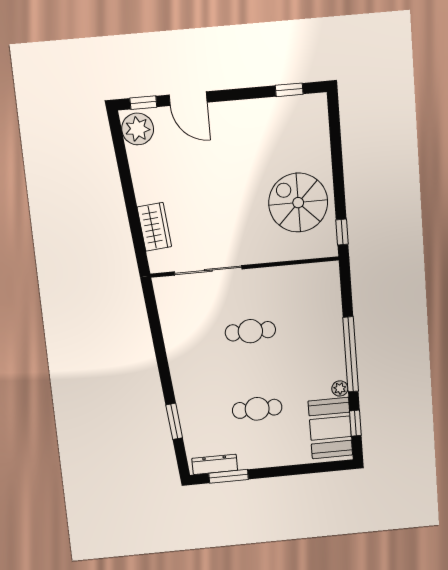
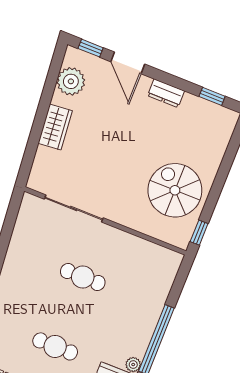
dresser: (242, 110) -> (166, 93), added
plant: (138, 129) -> (71, 81), moved
wardrobe: (154, 227) -> (55, 127), moved

